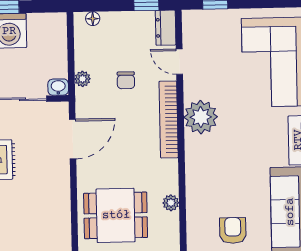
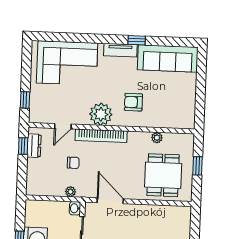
floor lamp: (93, 19) -> (31, 182), removed
dresser: (166, 28) -> (34, 146), moved, turned -90
armchair: (233, 230) -> (133, 102), moved

